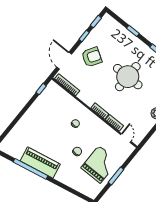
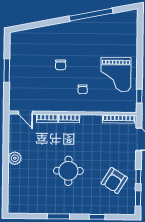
armchair: (92, 57) -> (114, 181), moved
round table: (128, 77) -> (68, 171), width x0.73, depth x0.73
piano: (40, 162) -> (87, 28), removed
grand piano: (100, 164) -> (116, 75), moved

